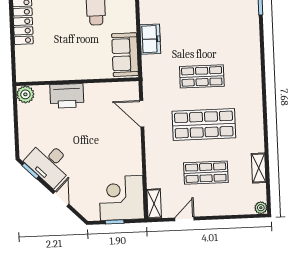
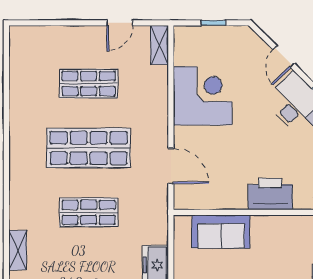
sofa: (125, 55) -> (221, 232), moved, turned 90
shelving: (259, 168) -> (18, 250), moved
corner desk: (122, 198) -> (203, 96), moved, turned -90
plant: (261, 208) -> (17, 34), removed

